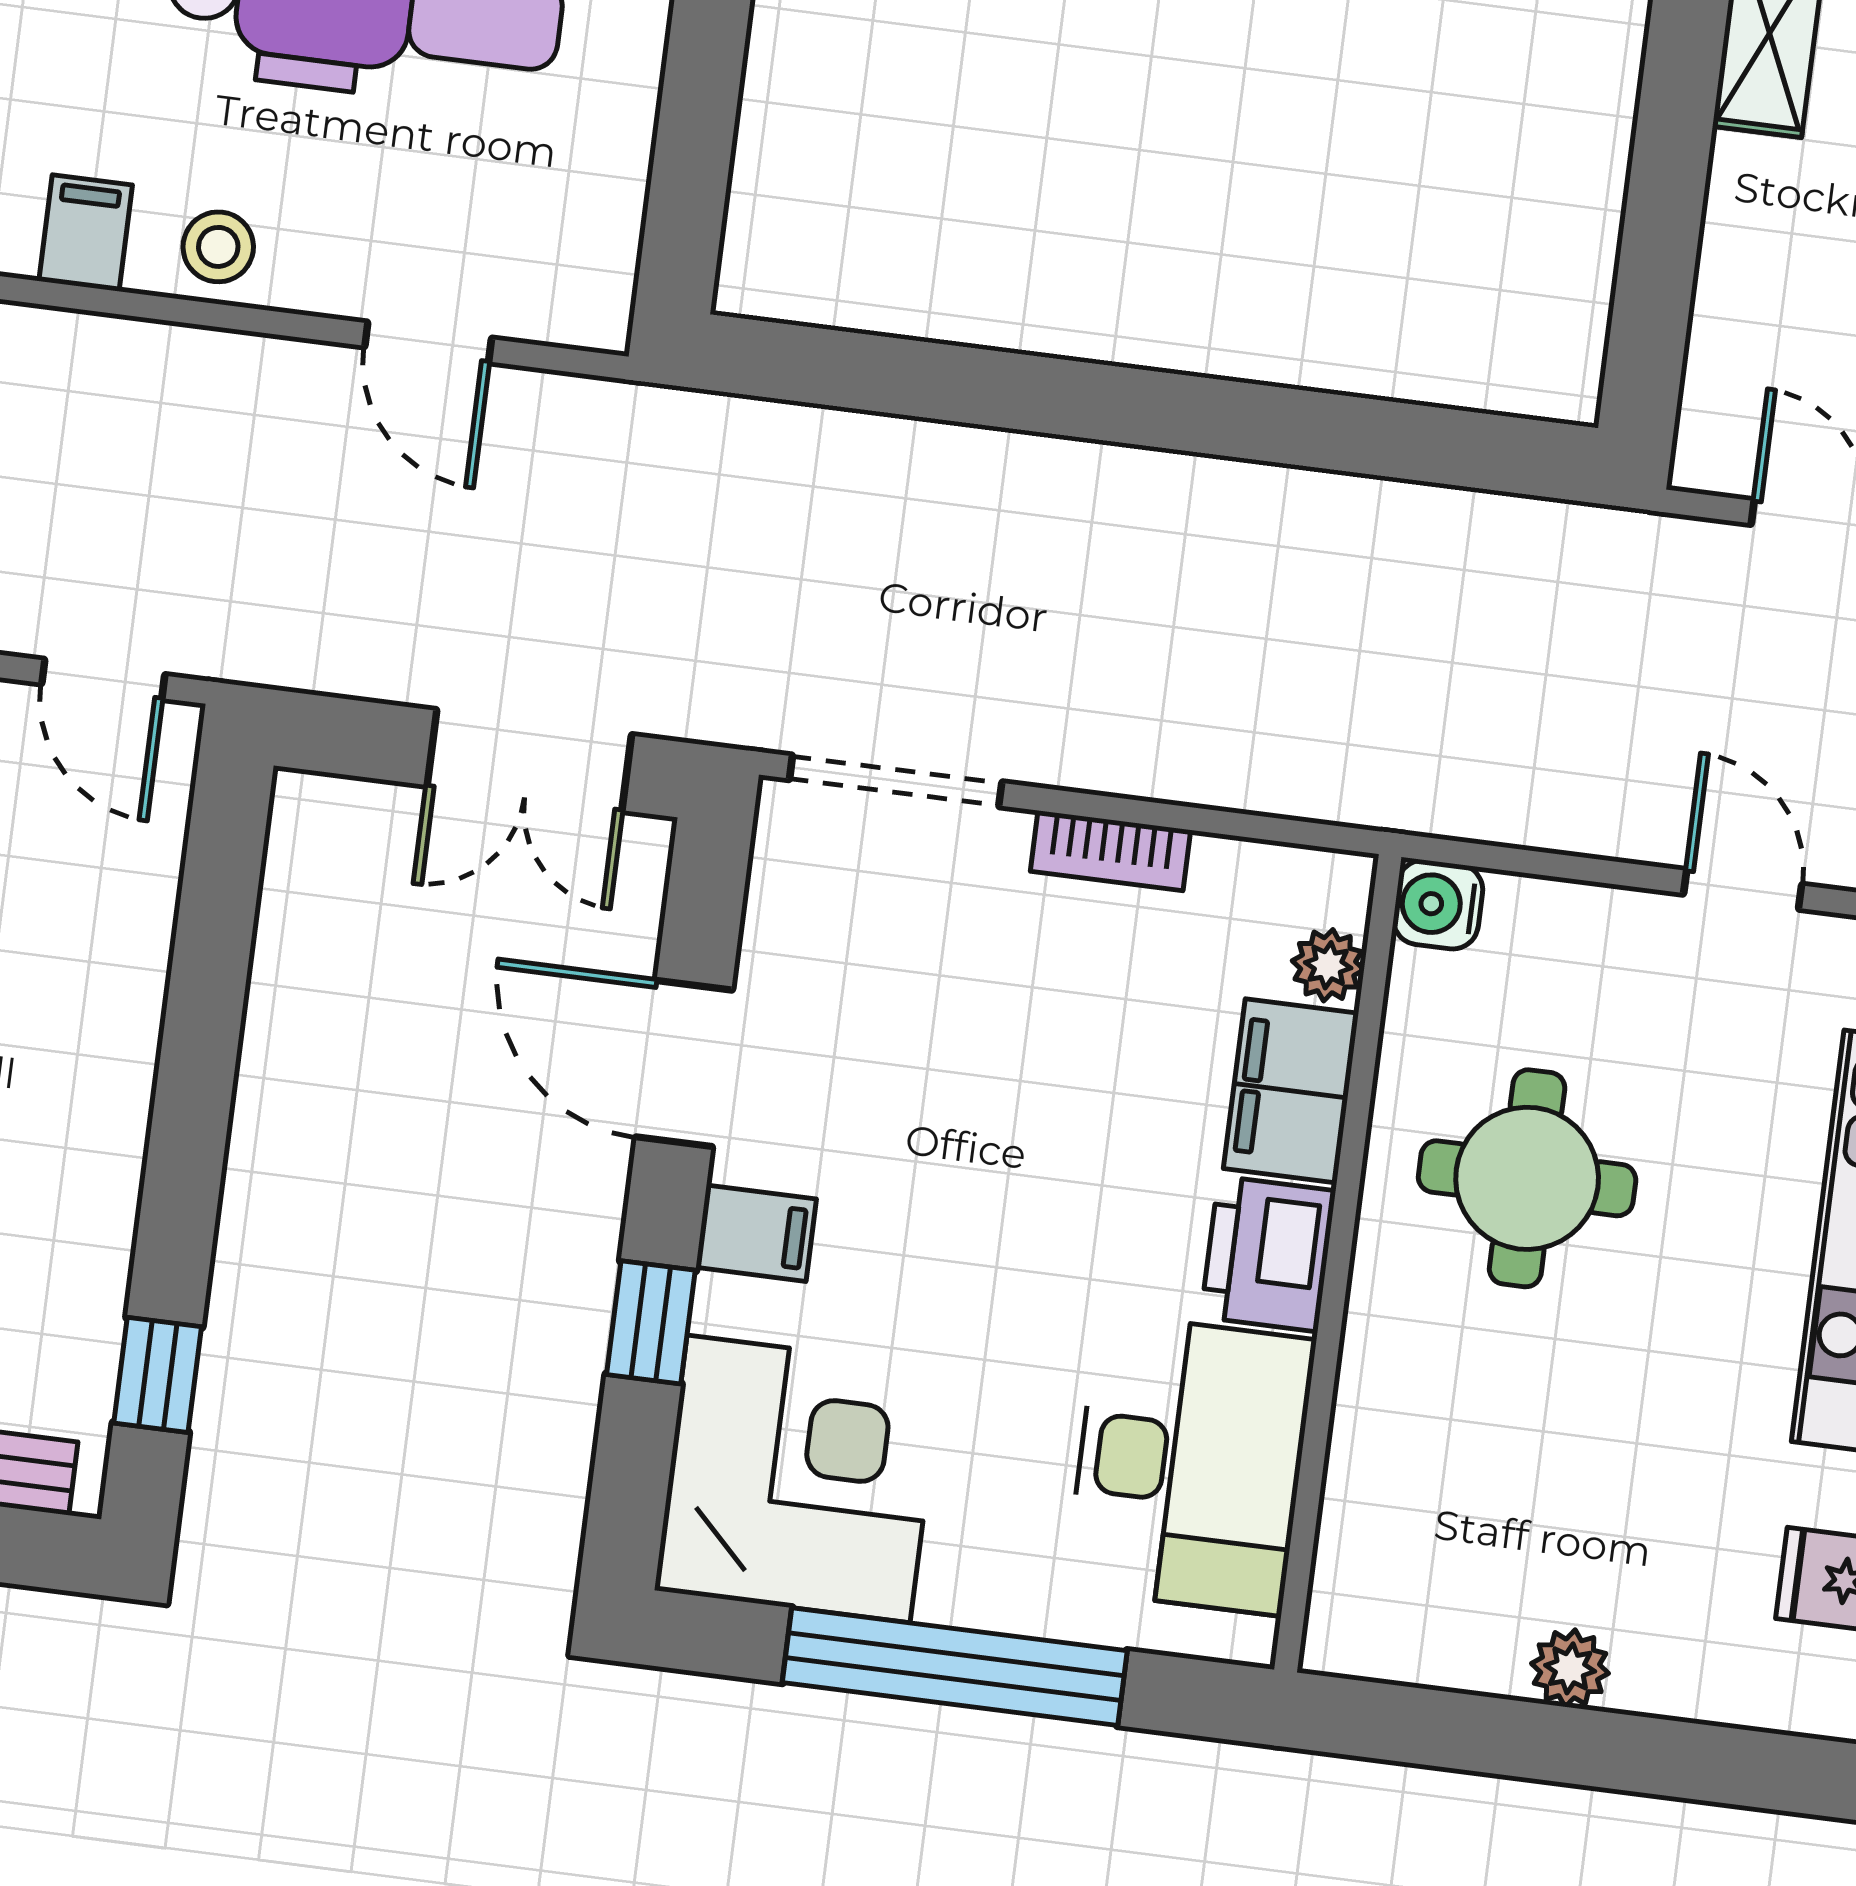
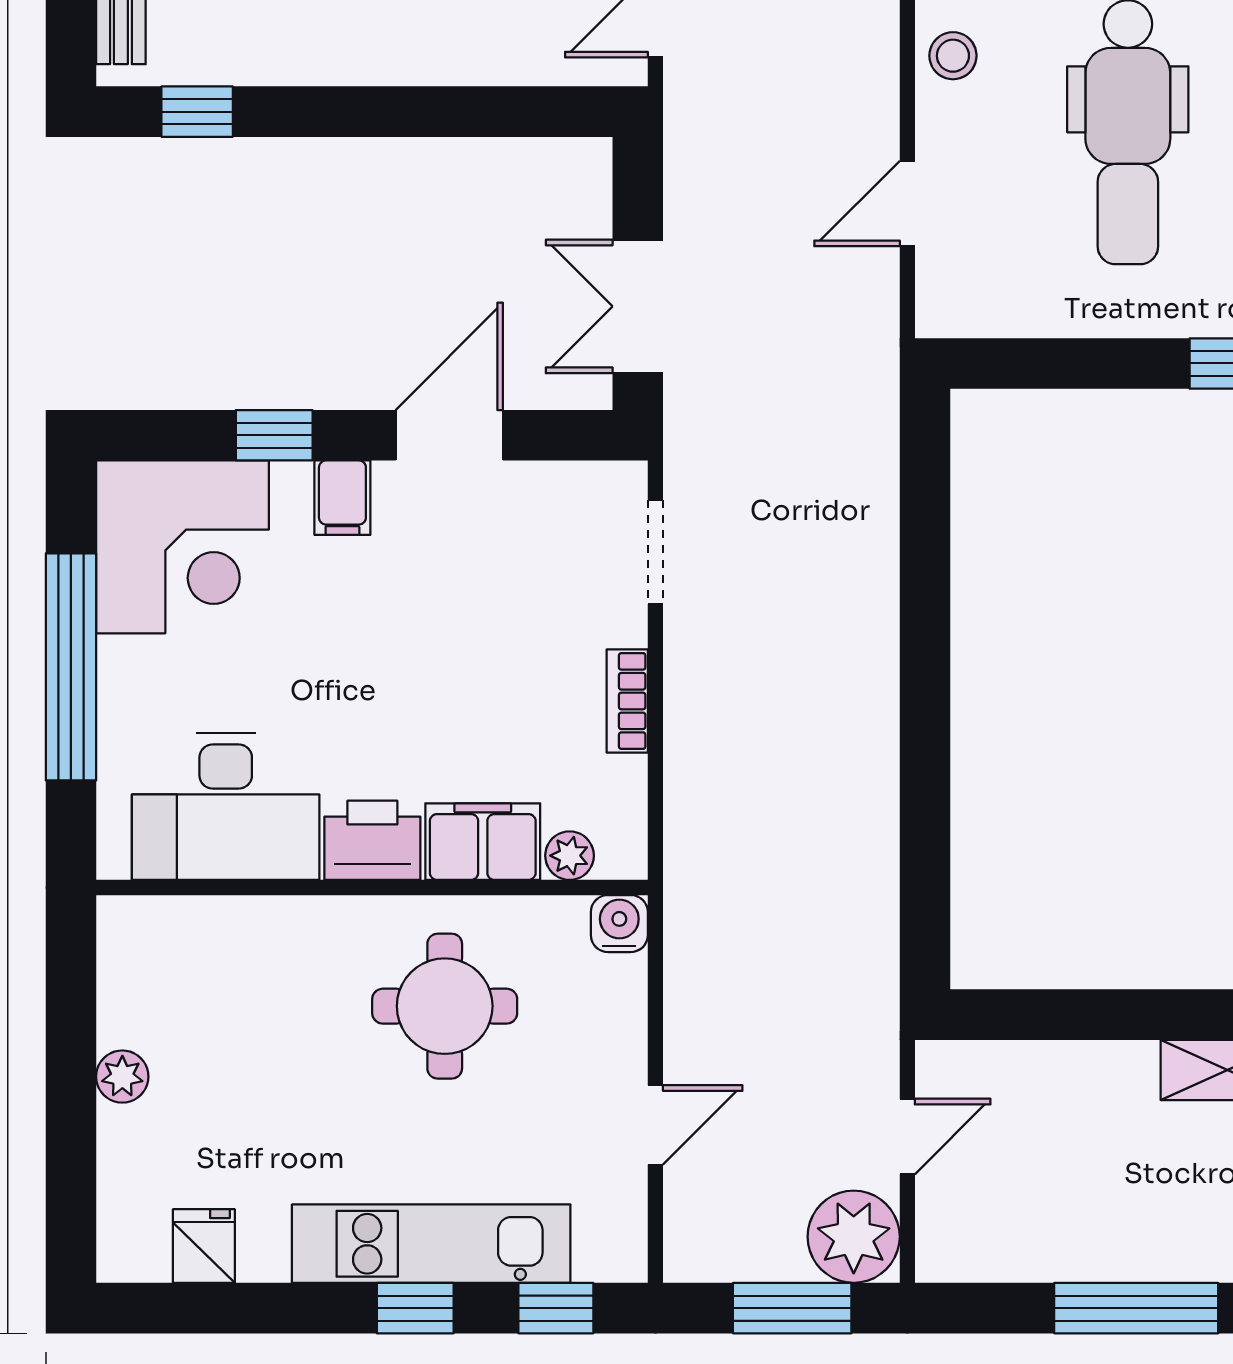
doorway: (896, 781) -> (655, 552), width x0.73

